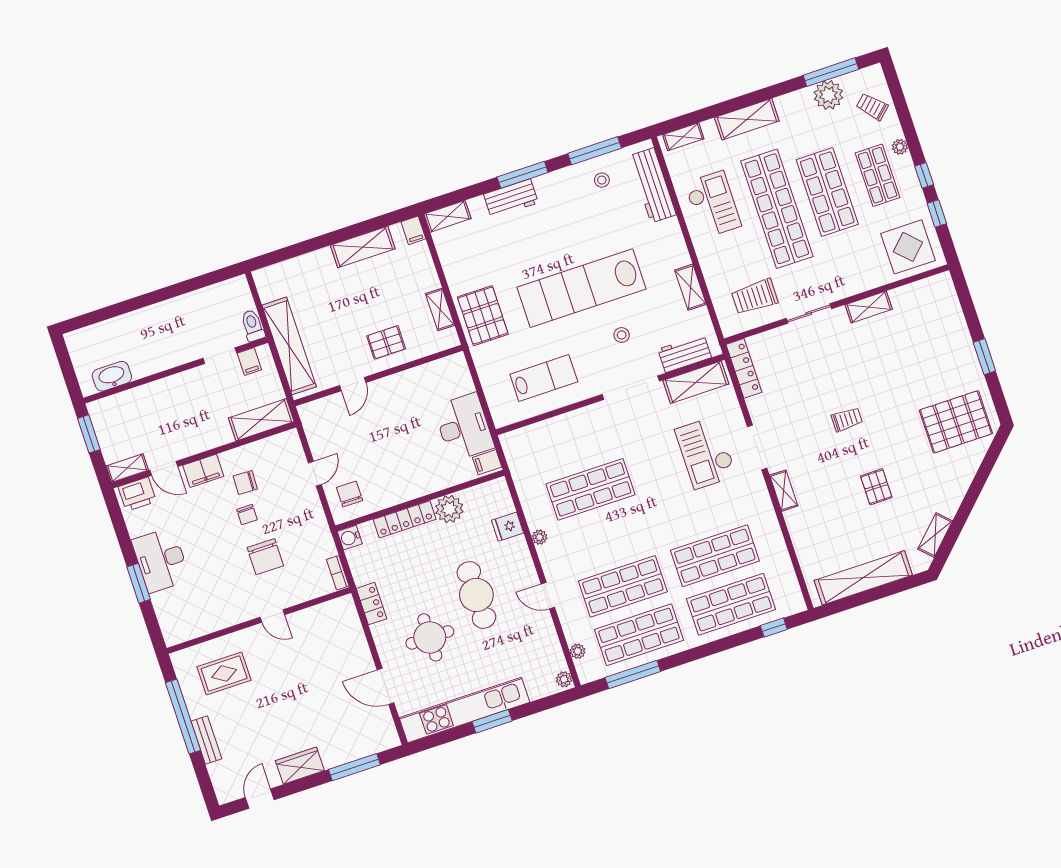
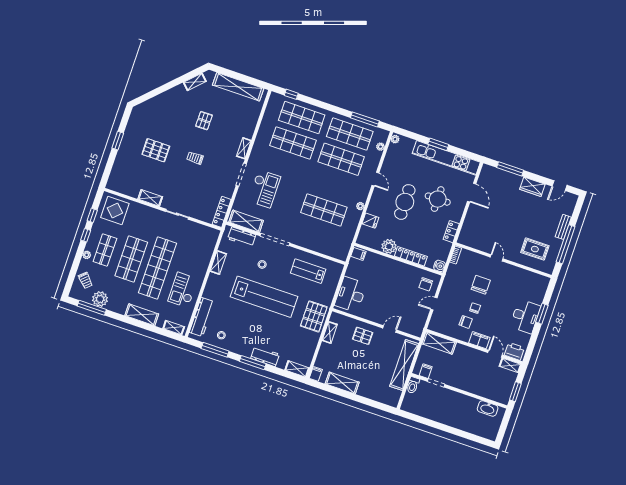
trolley: (755, 297) -> (195, 238), removed
pallet: (956, 422) -> (156, 150), moved, width x0.73, depth x0.71
desk: (464, 427) -> (351, 294), moved

